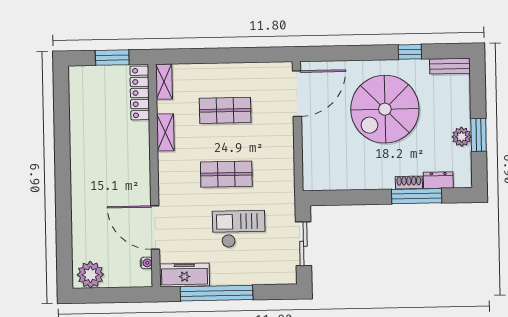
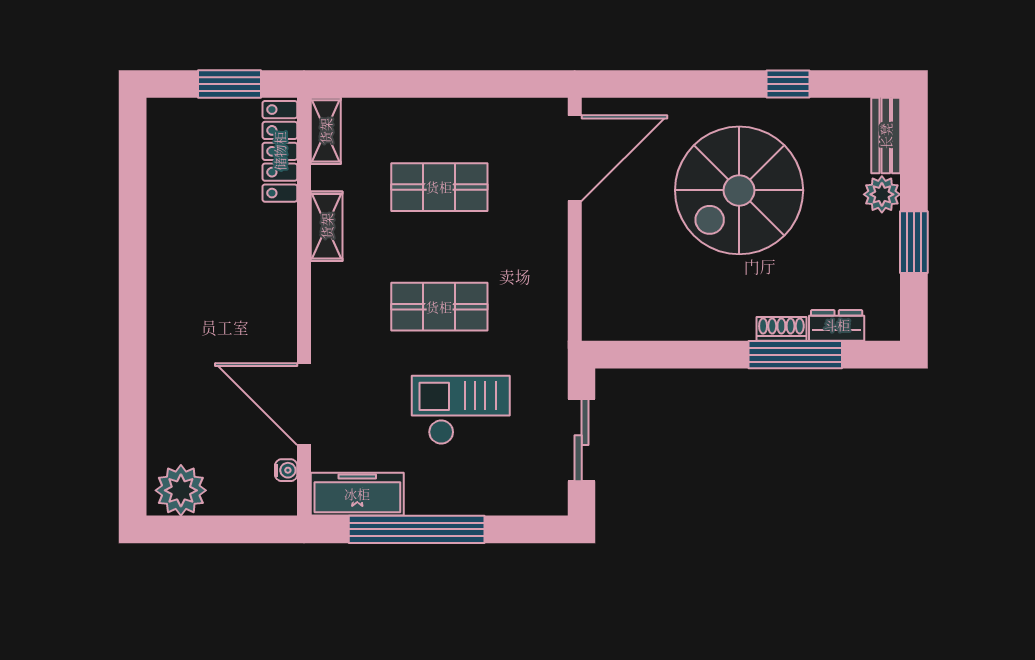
bench: (450, 66) -> (886, 136), moved, turned 90
plant: (462, 137) -> (882, 194), moved

